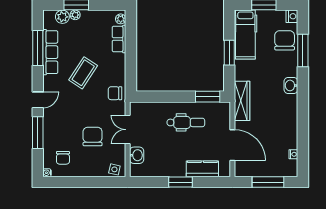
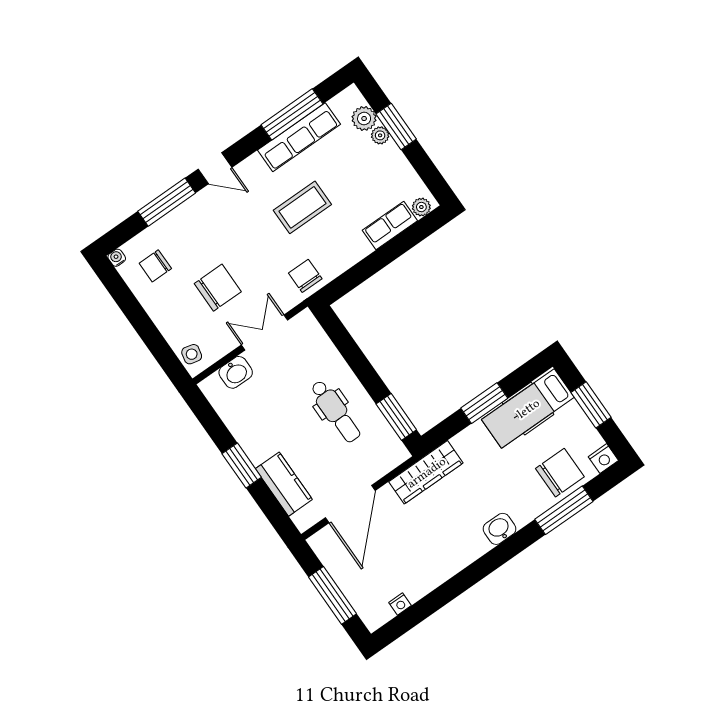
coffee table: (83, 73) -> (302, 207), turned -33

